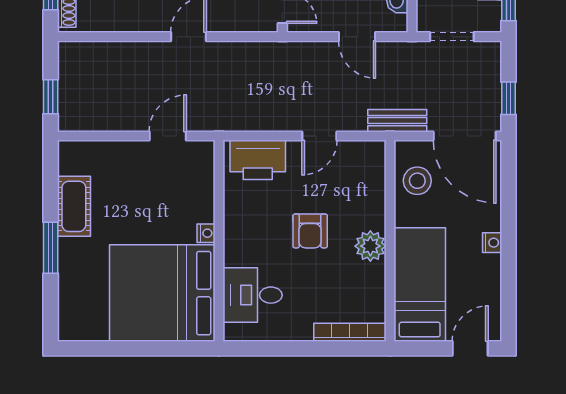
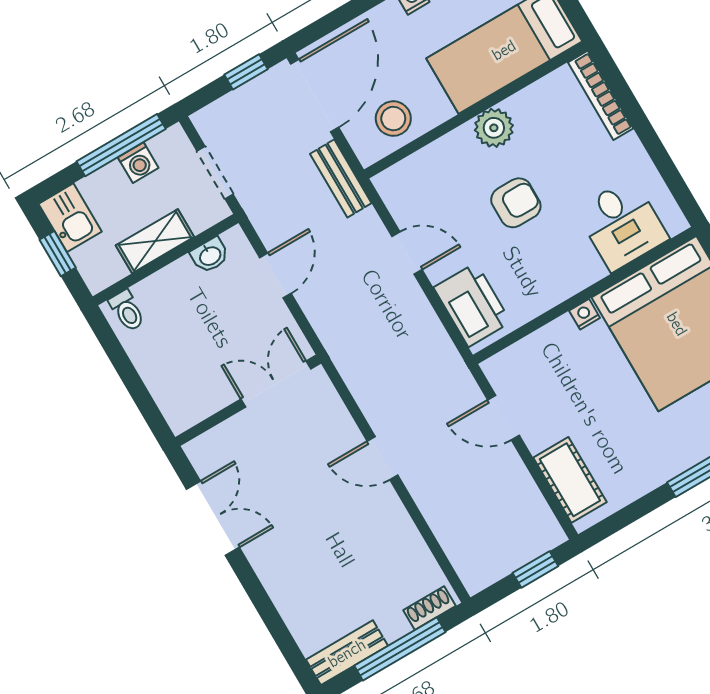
cot: (74, 206) -> (570, 480), moved, turned 90

